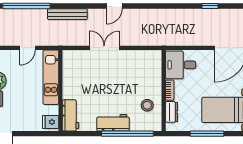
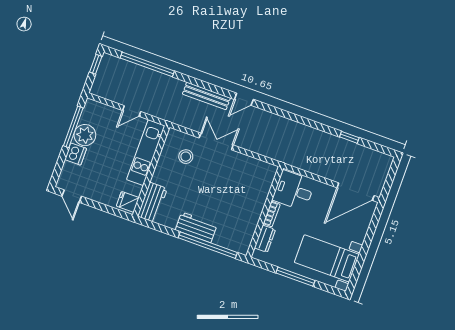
bench: (67, 14) -> (206, 96), moved
stool: (147, 105) -> (186, 157), moved

